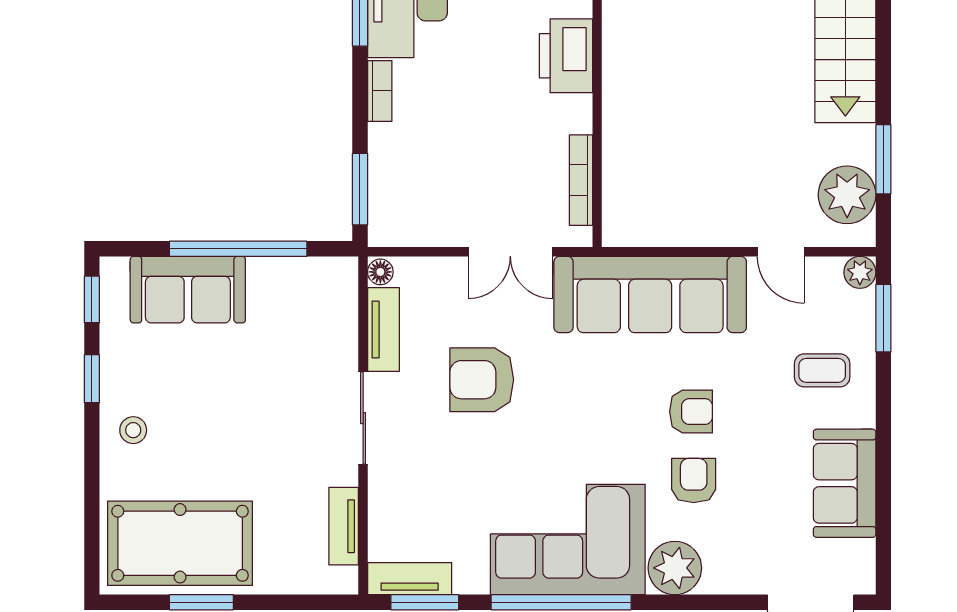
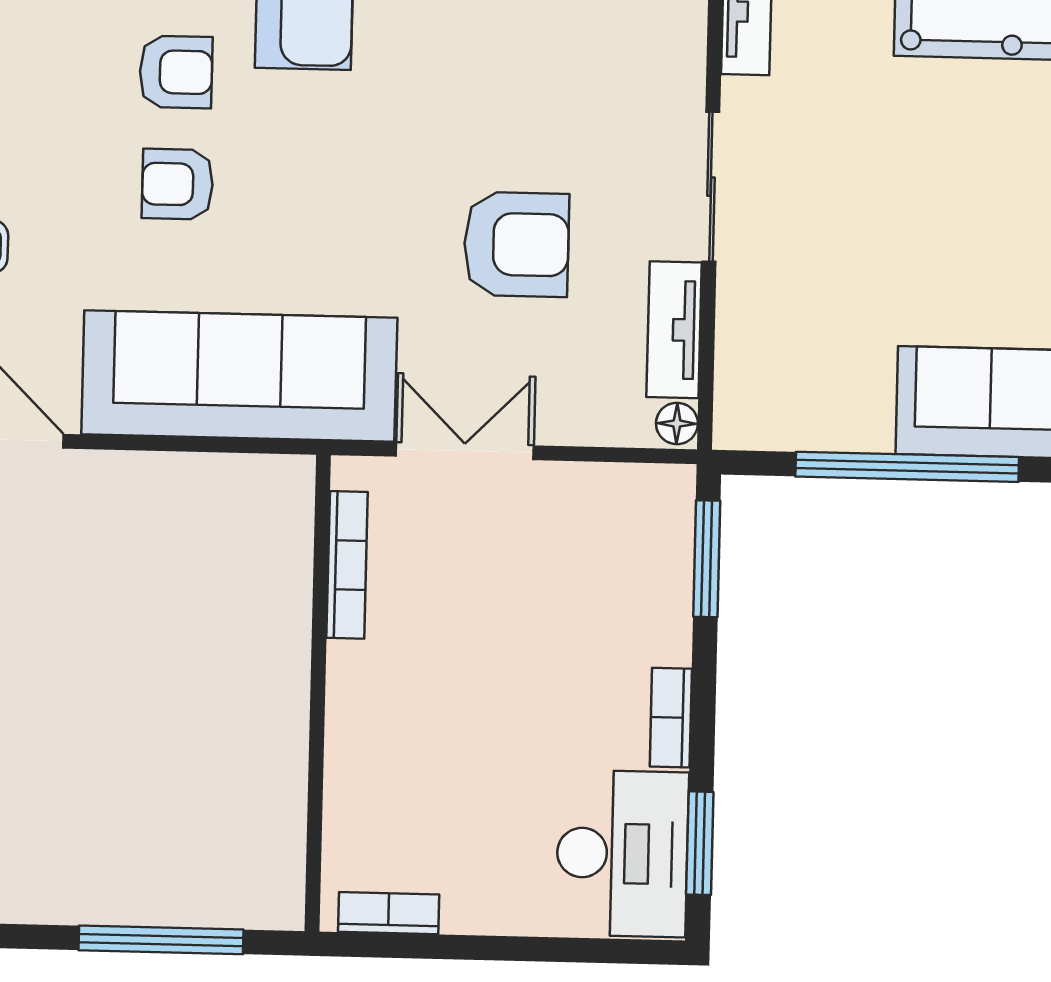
printer: (566, 56) -> (366, 767), removed
armchair: (694, 480) -> (176, 72), turned -90

